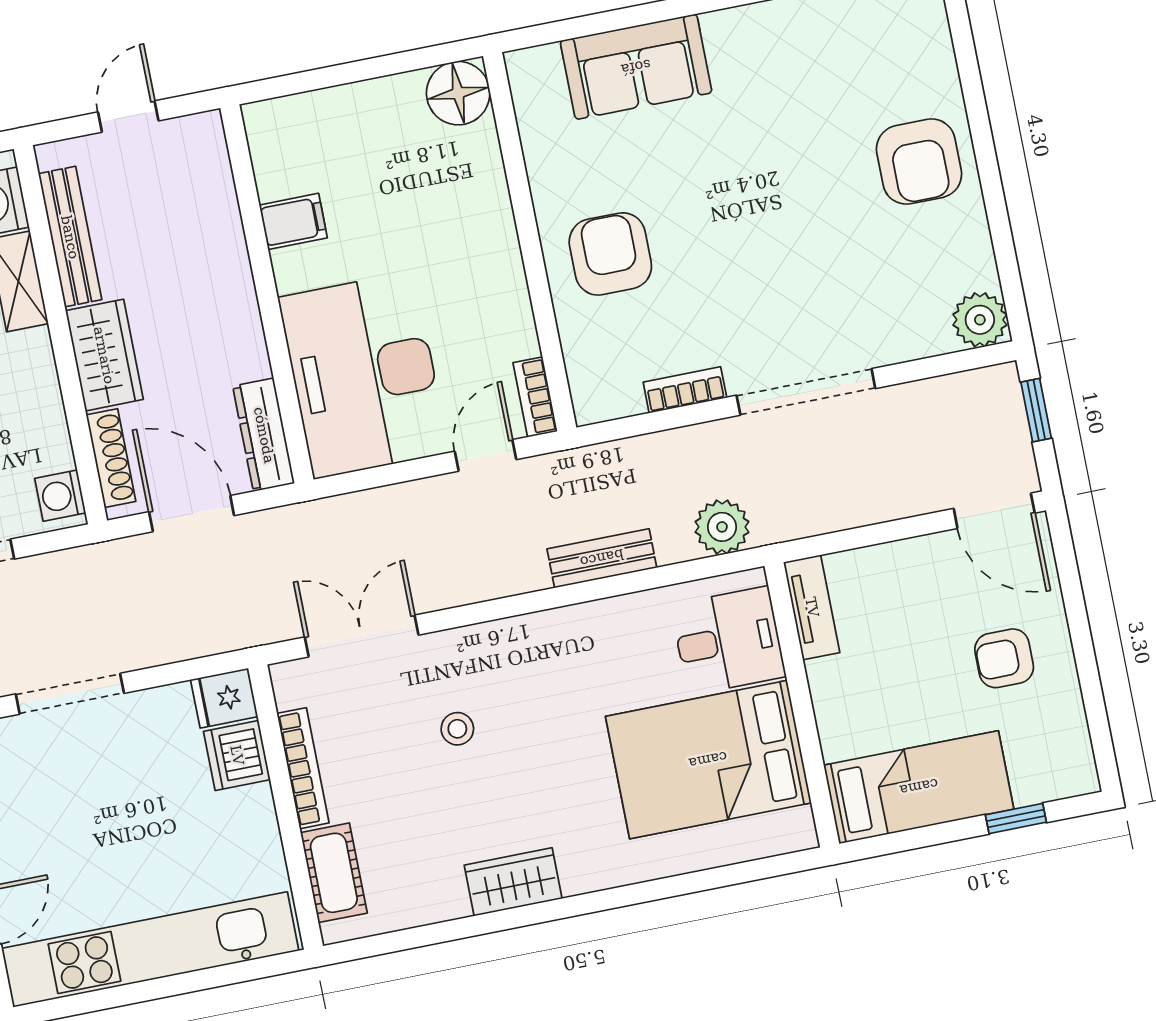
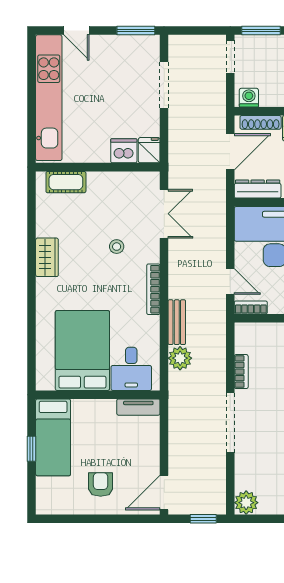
plant: (722, 527) -> (180, 358), moved
bookcase: (303, 768) -> (153, 289), moved, turned 90
window: (1016, 819) -> (32, 449), moved

